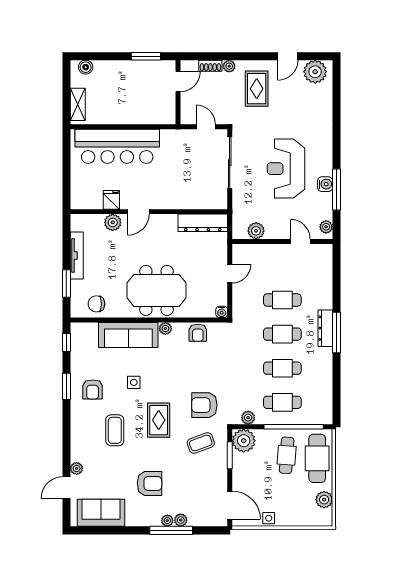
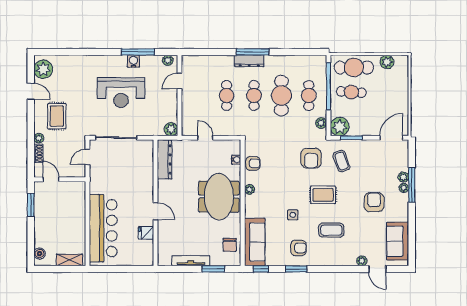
rug: (257, 89) -> (57, 116), turned 90
plant: (113, 222) -> (164, 232), removed
plant: (256, 231) -> (171, 129), moved
water cooler: (222, 312) -> (236, 160), moved
sofa: (128, 335) -> (255, 242), moved
cafe table: (282, 368) -> (281, 95), width x1.37, depth x1.35
side table: (269, 518) -> (402, 106), removed

